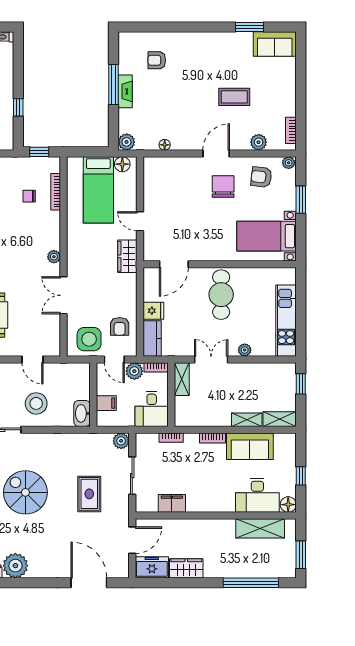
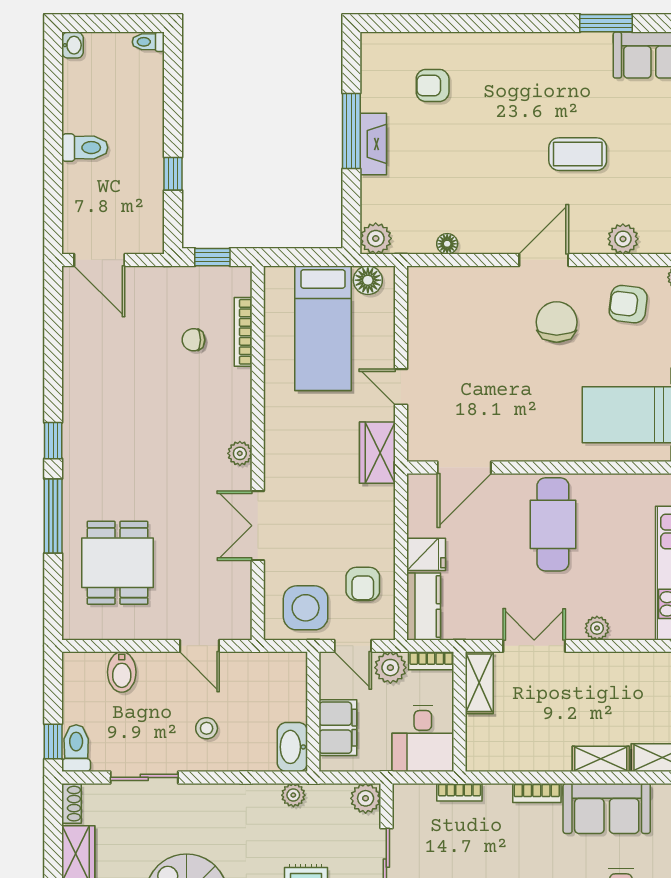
stool: (36, 403) -> (207, 728), width x0.53, depth x0.53
filing cabinet: (106, 403) -> (338, 728), width x2.00
plant: (82, 439) -> (293, 795), added

